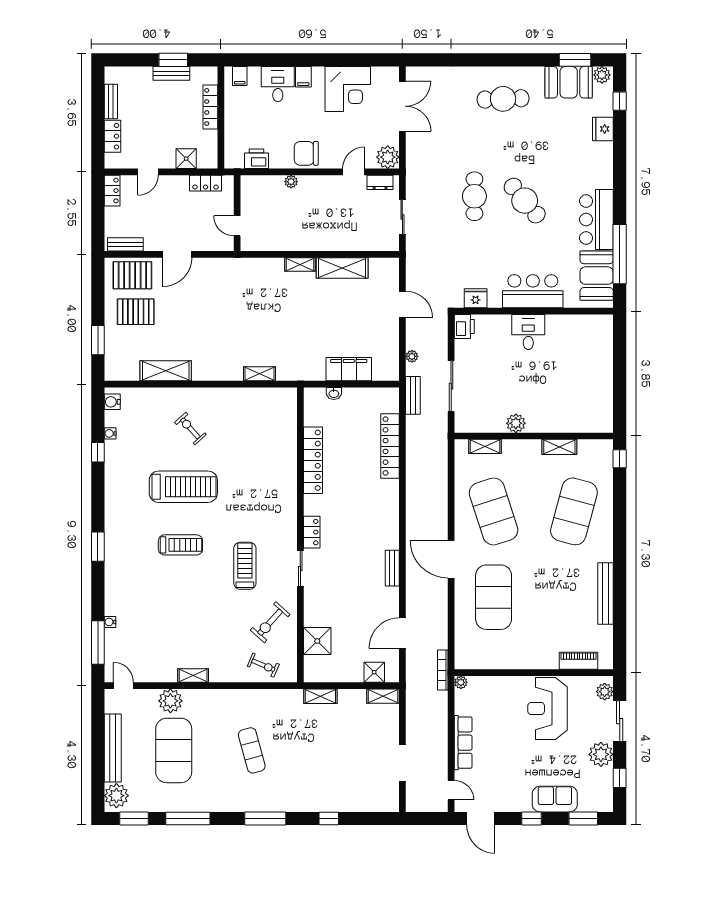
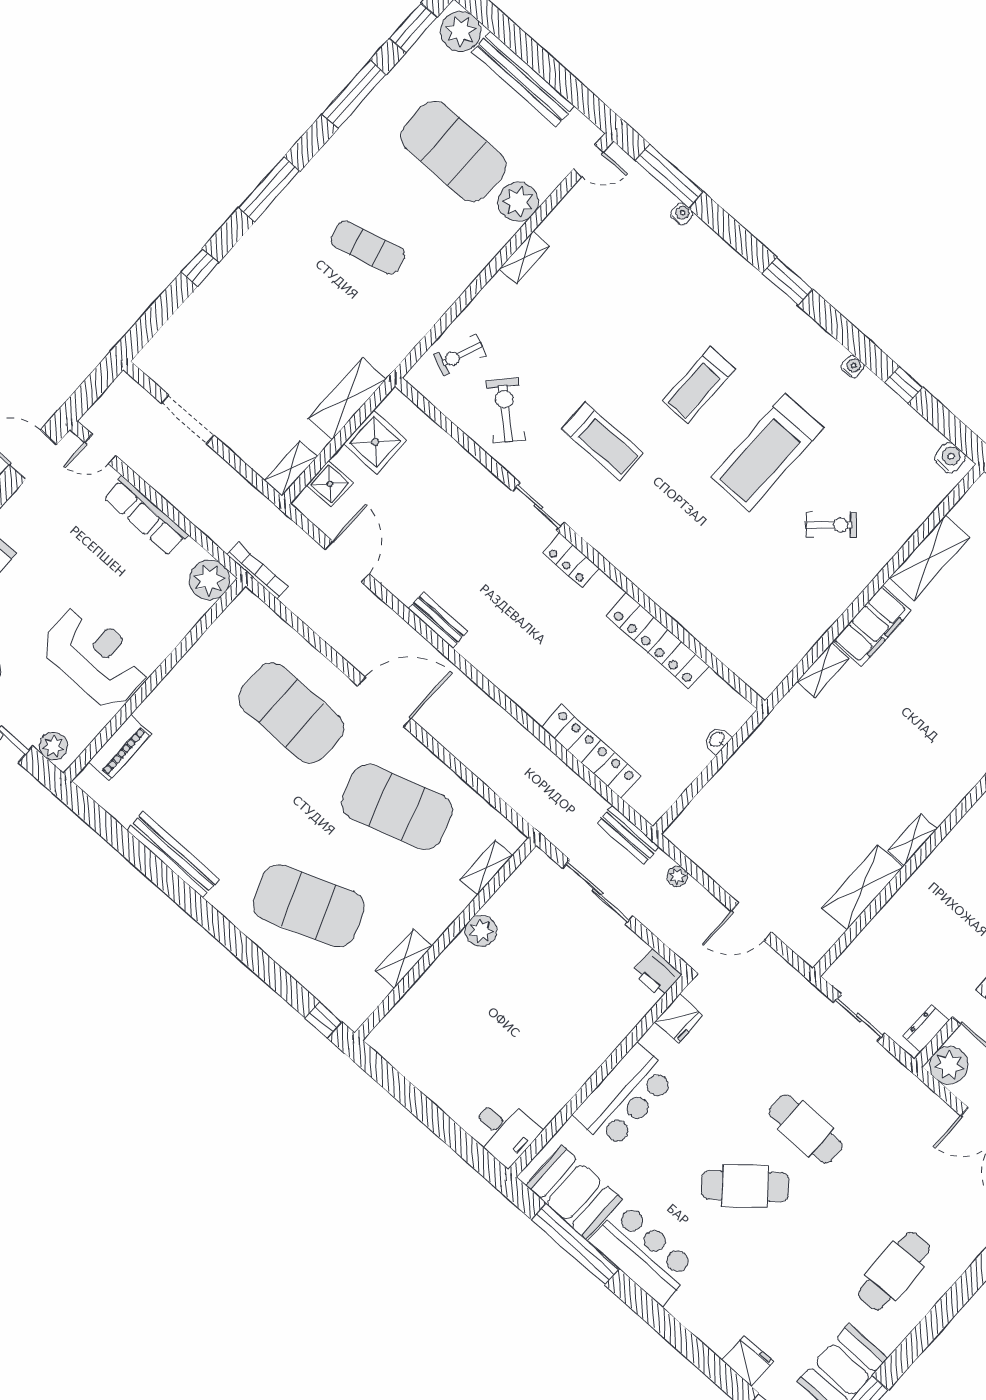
desk: (528, 332) -> (504, 1131), moved
filing cabinet: (349, 369) -> (872, 626), moved
water cooler: (110, 433) -> (853, 367), moved
exercise mat: (574, 511) -> (309, 906), turned -36
shower: (317, 641) -> (375, 442), moved
plant: (461, 682) -> (209, 580), width x1.88, depth x1.88
shelving: (320, 696) -> (347, 399), width x1.50, depth x1.33

